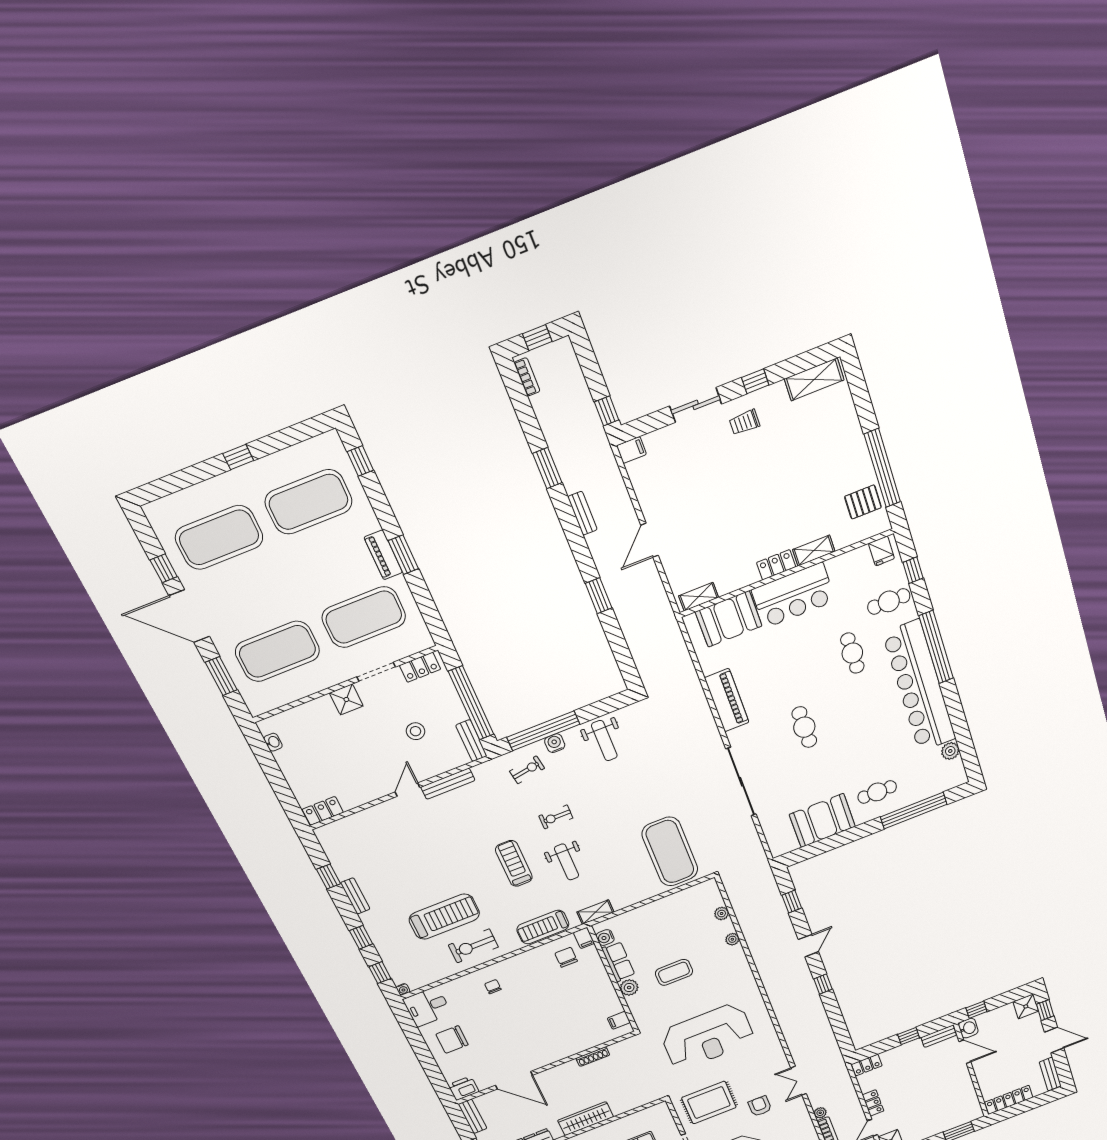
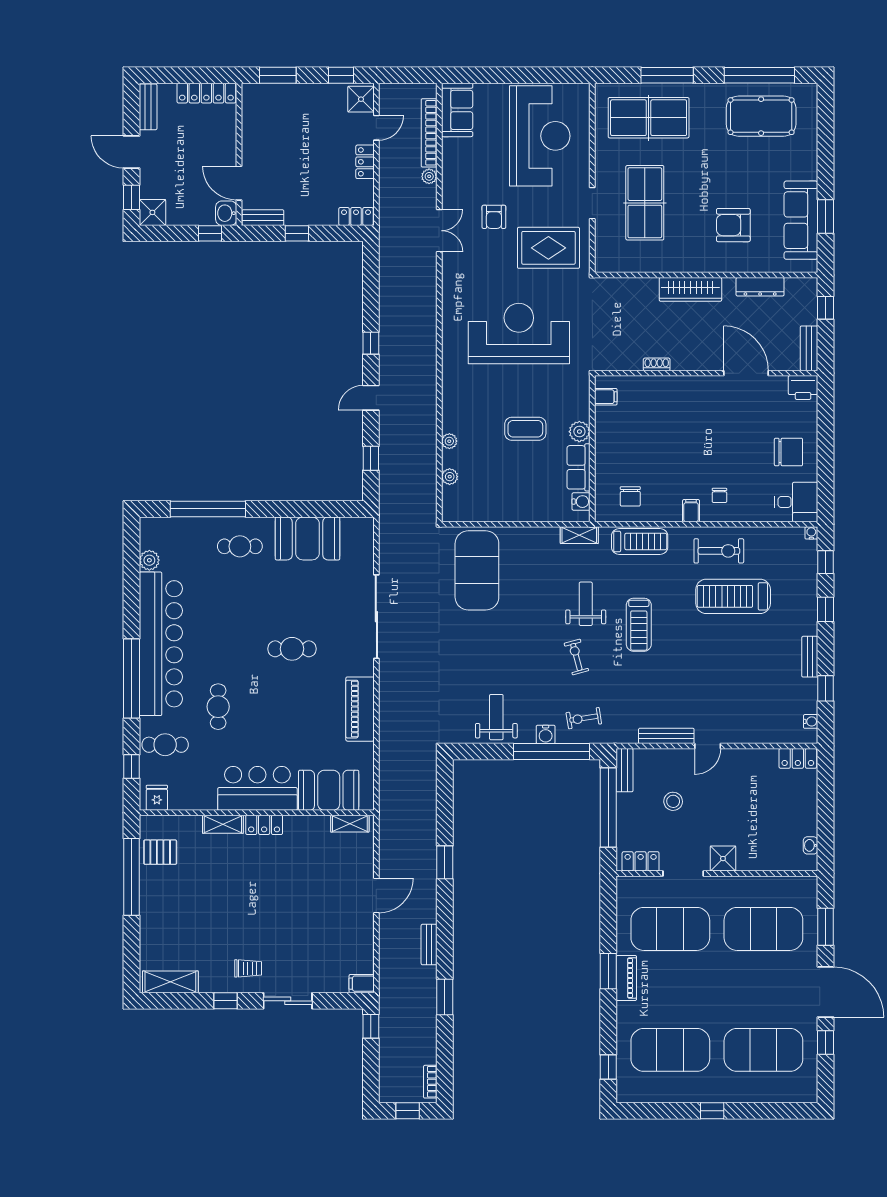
cafe table: (804, 727) -> (292, 649), turned 90
exercise bike: (556, 817) -> (576, 657), turned -105
water cooler: (327, 845) -> (811, 721), added
filing cabinet: (584, 938) -> (691, 511), moved
shoe rack: (593, 1057) -> (657, 364), width x0.70

